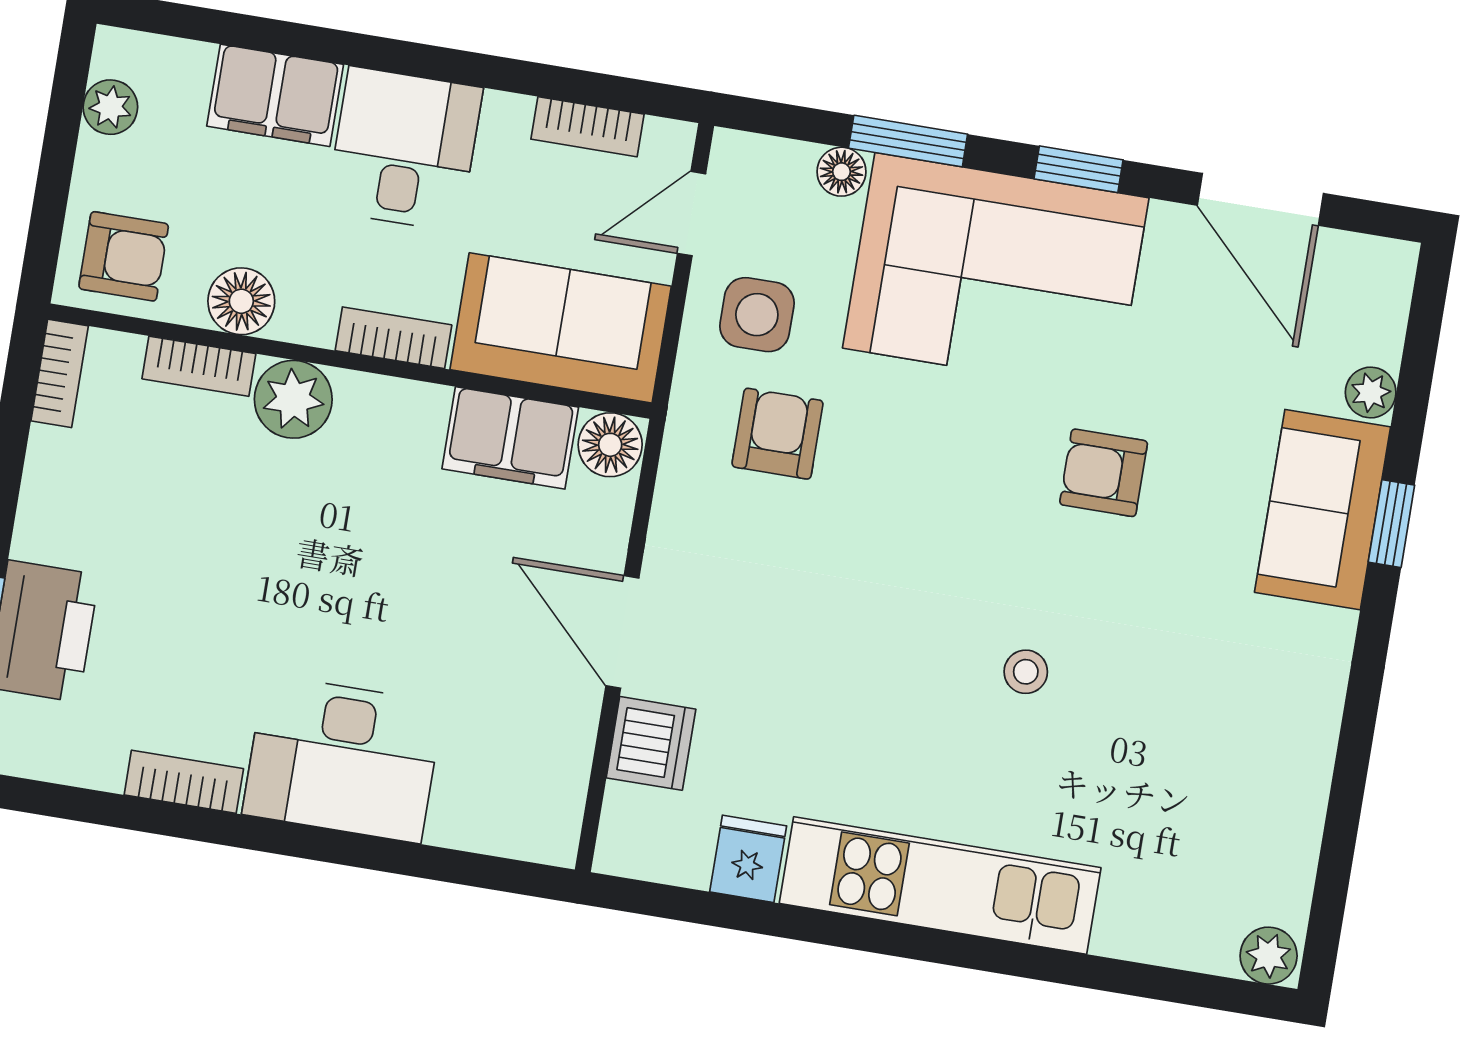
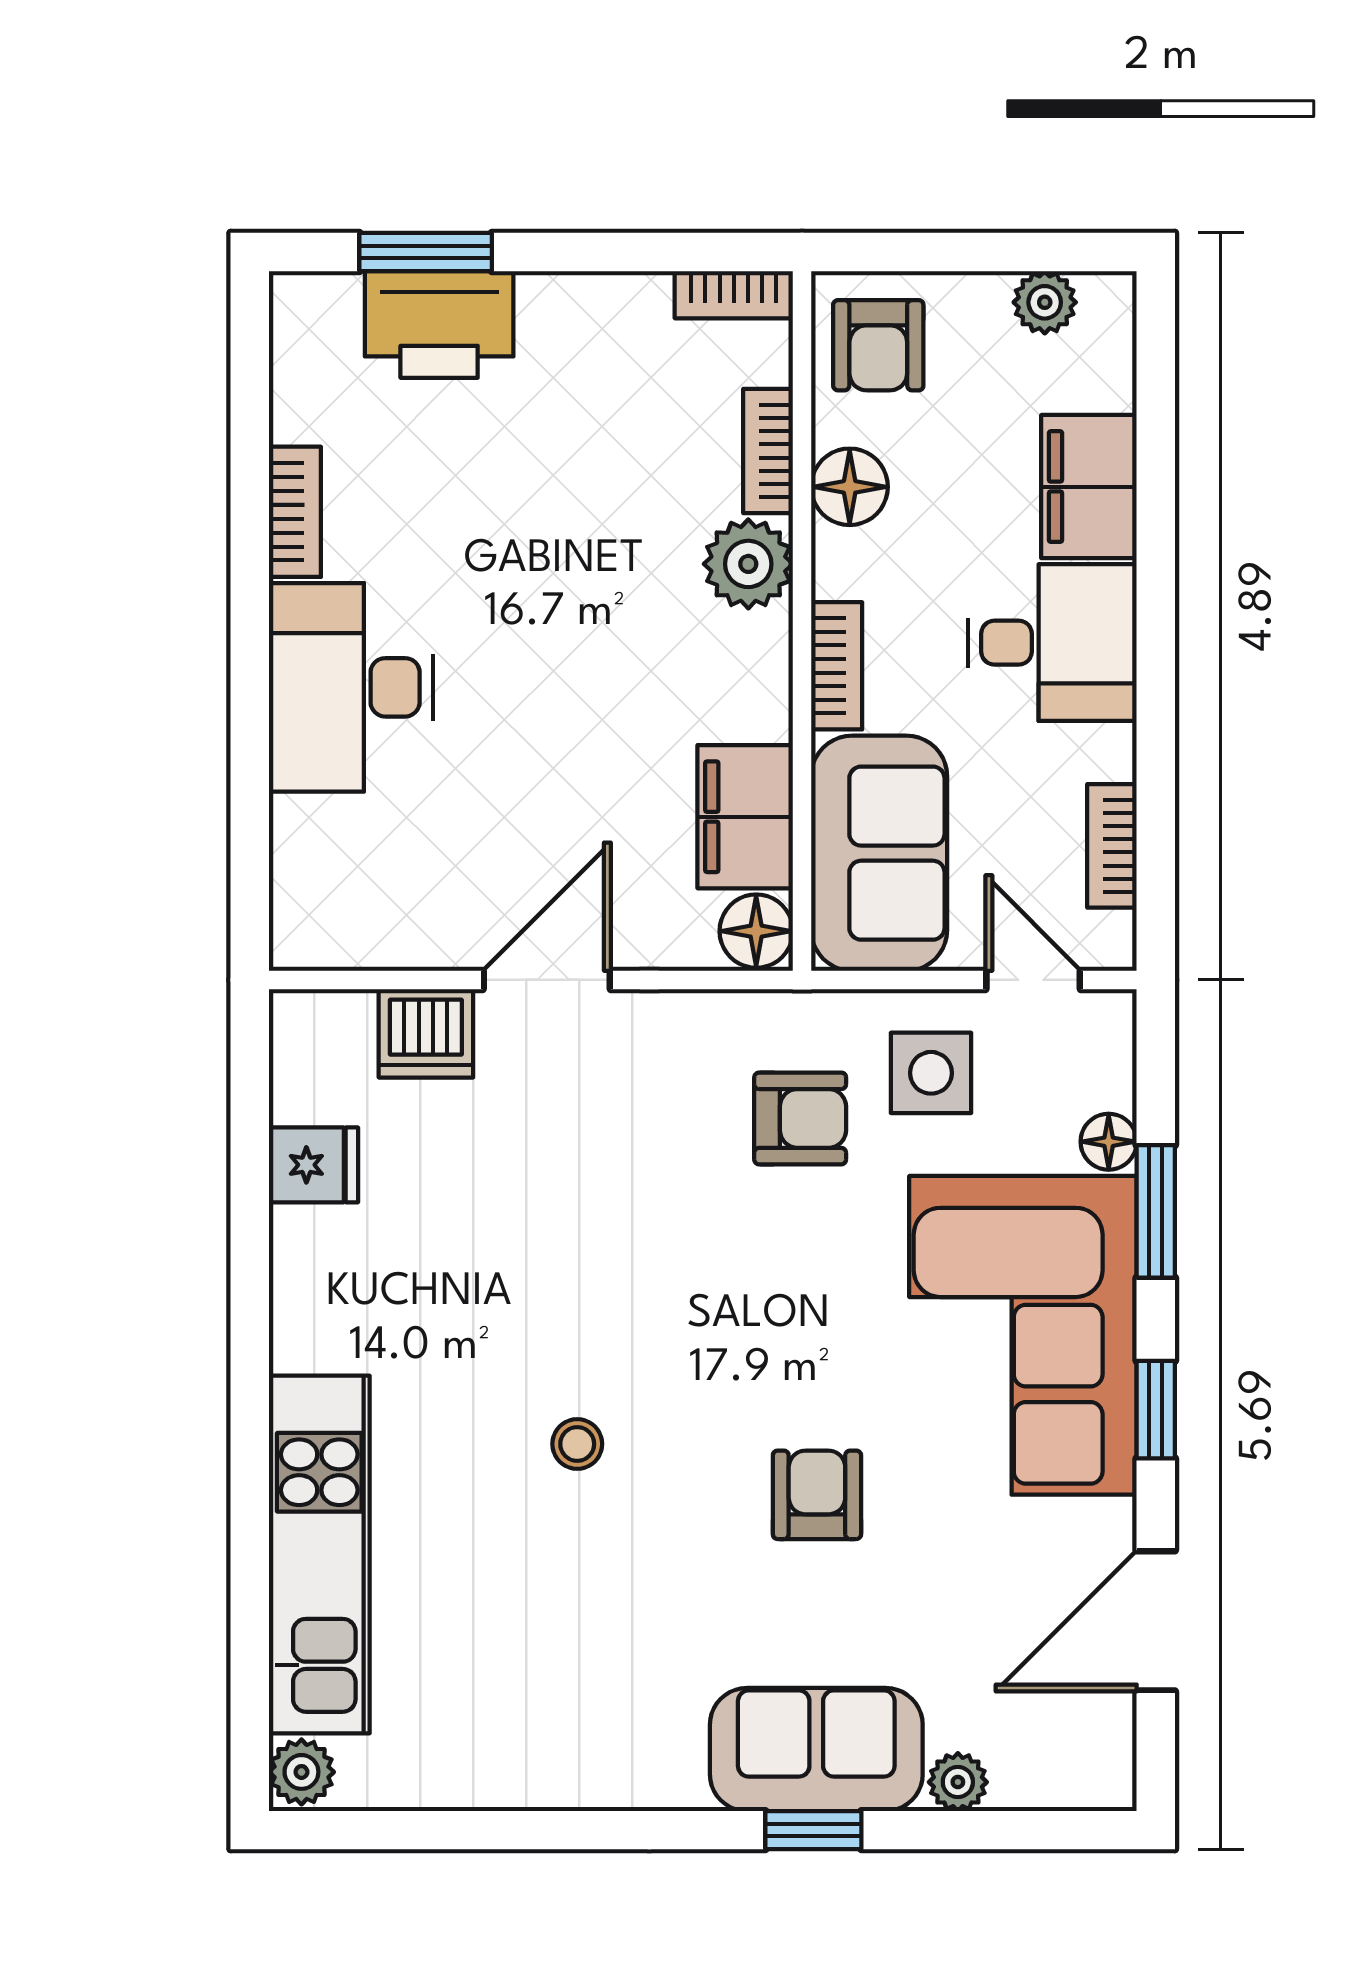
kitchen unit: (940, 886) -> (319, 1554), moved

